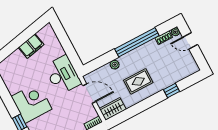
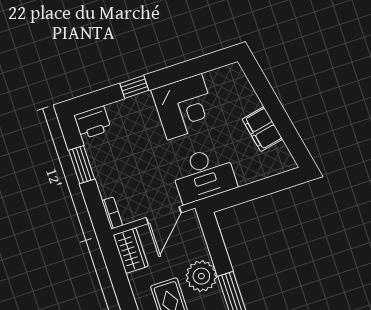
plant: (115, 65) -> (201, 276), width x1.87, depth x1.87
corner desk: (32, 103) -> (184, 107), moved

